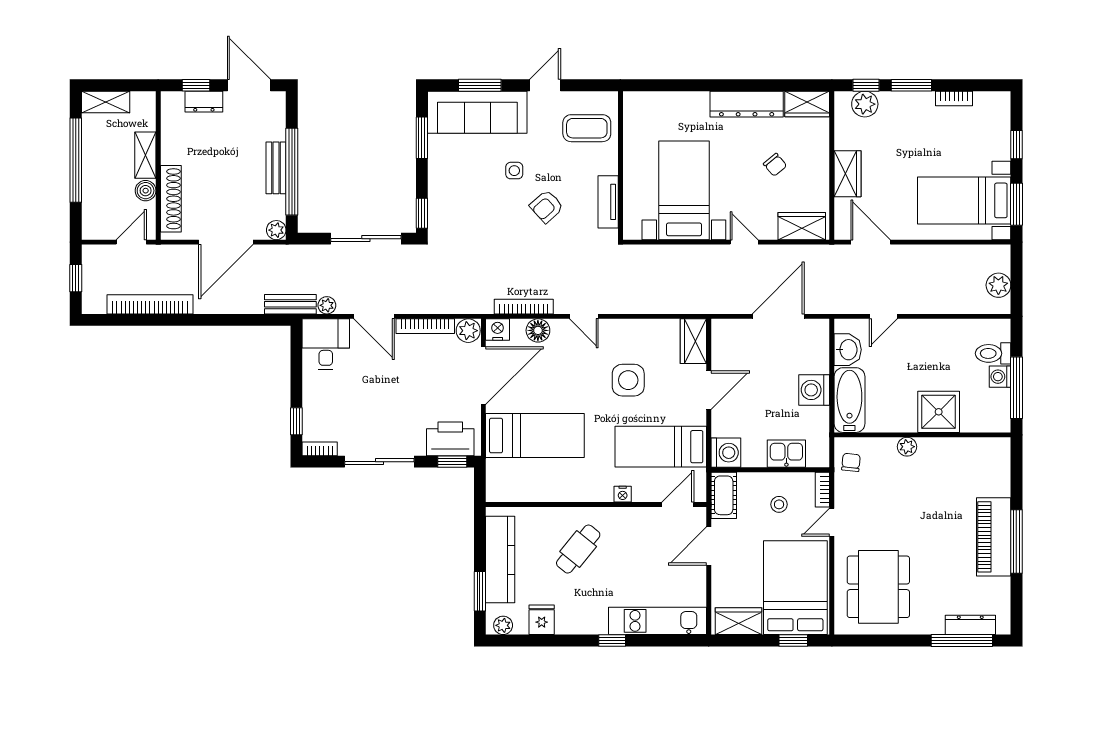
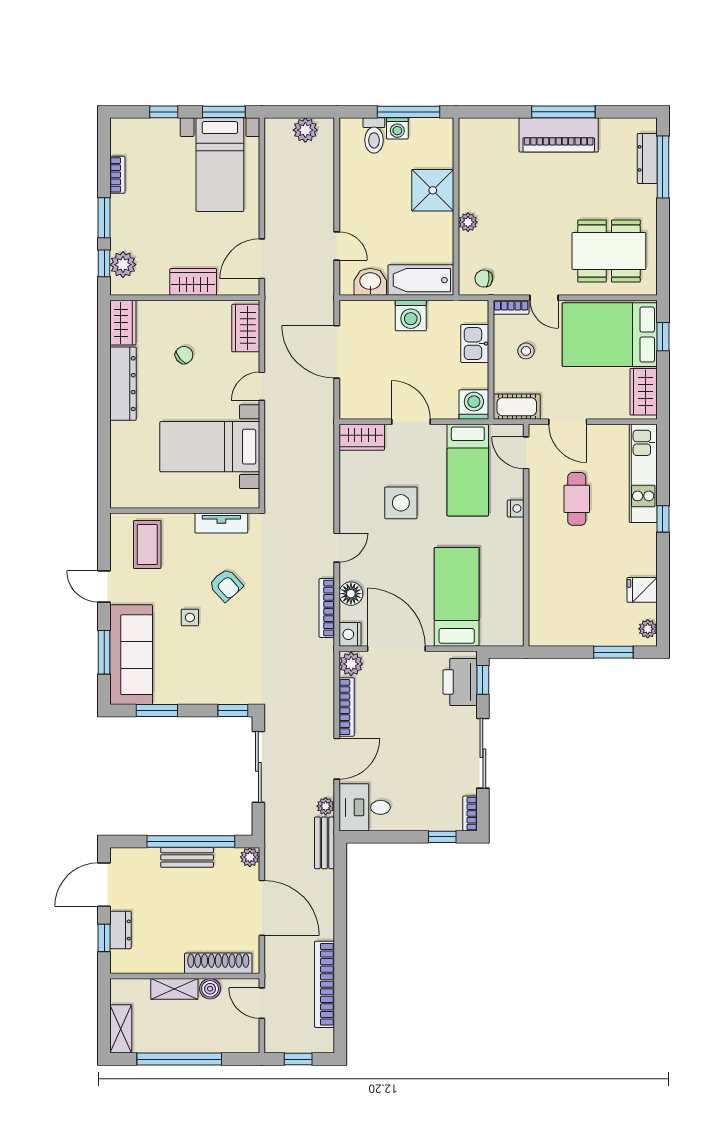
cafe table: (578, 549) -> (577, 499), moved, turned 51
kitchen counter: (500, 560) -> (582, 632), removed

